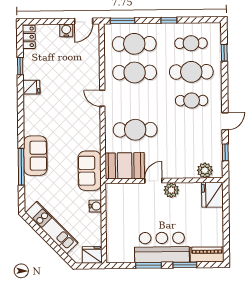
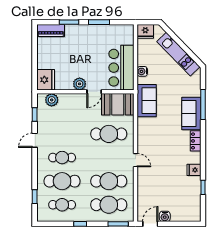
locker: (29, 37) -> (196, 141), moved
bar counter: (162, 247) -> (121, 68), moved, turned 90

